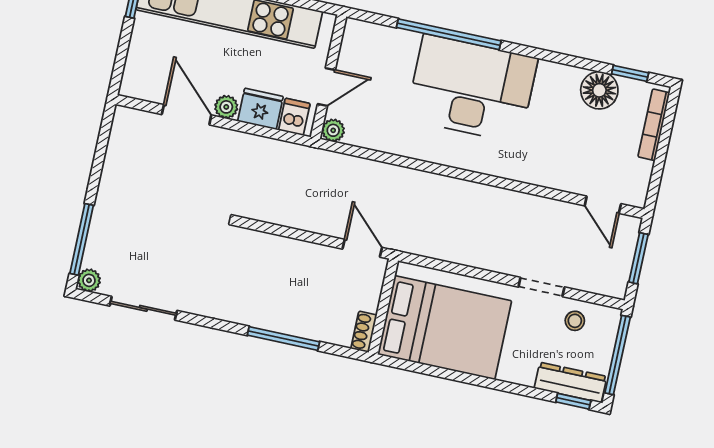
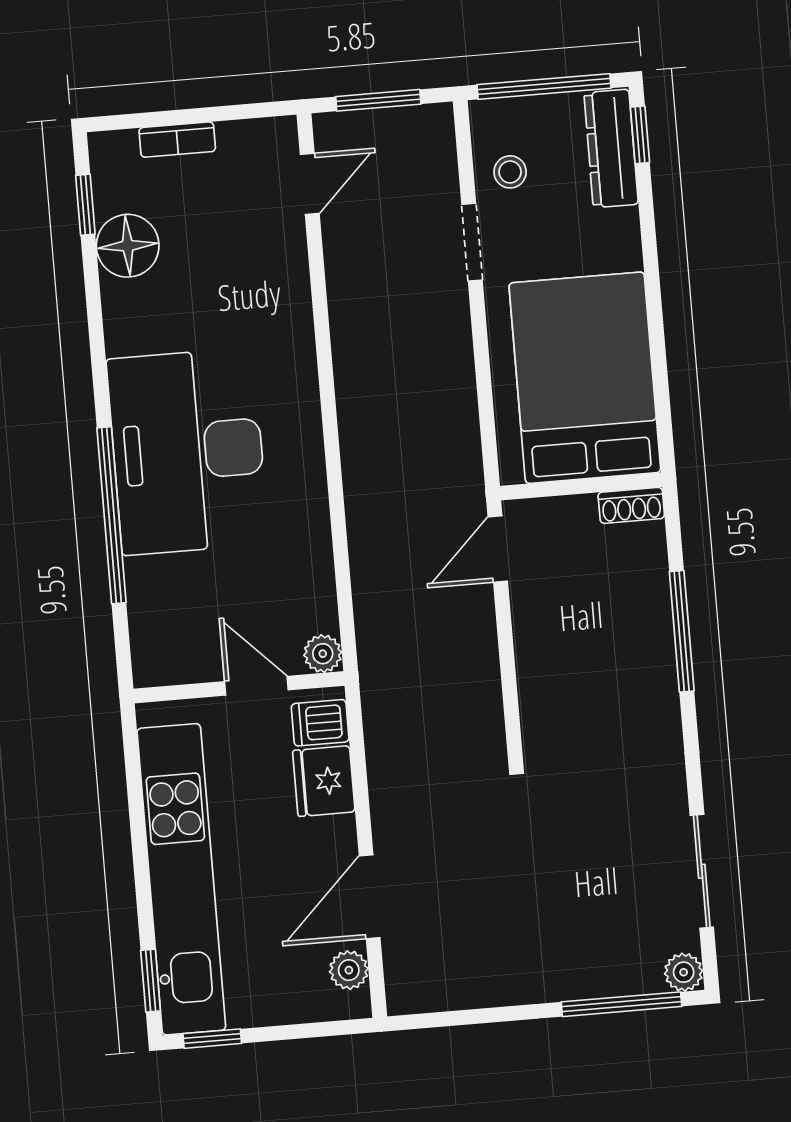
plant: (226, 107) -> (349, 970), moved
bookcase: (654, 125) -> (177, 140), width x0.64

